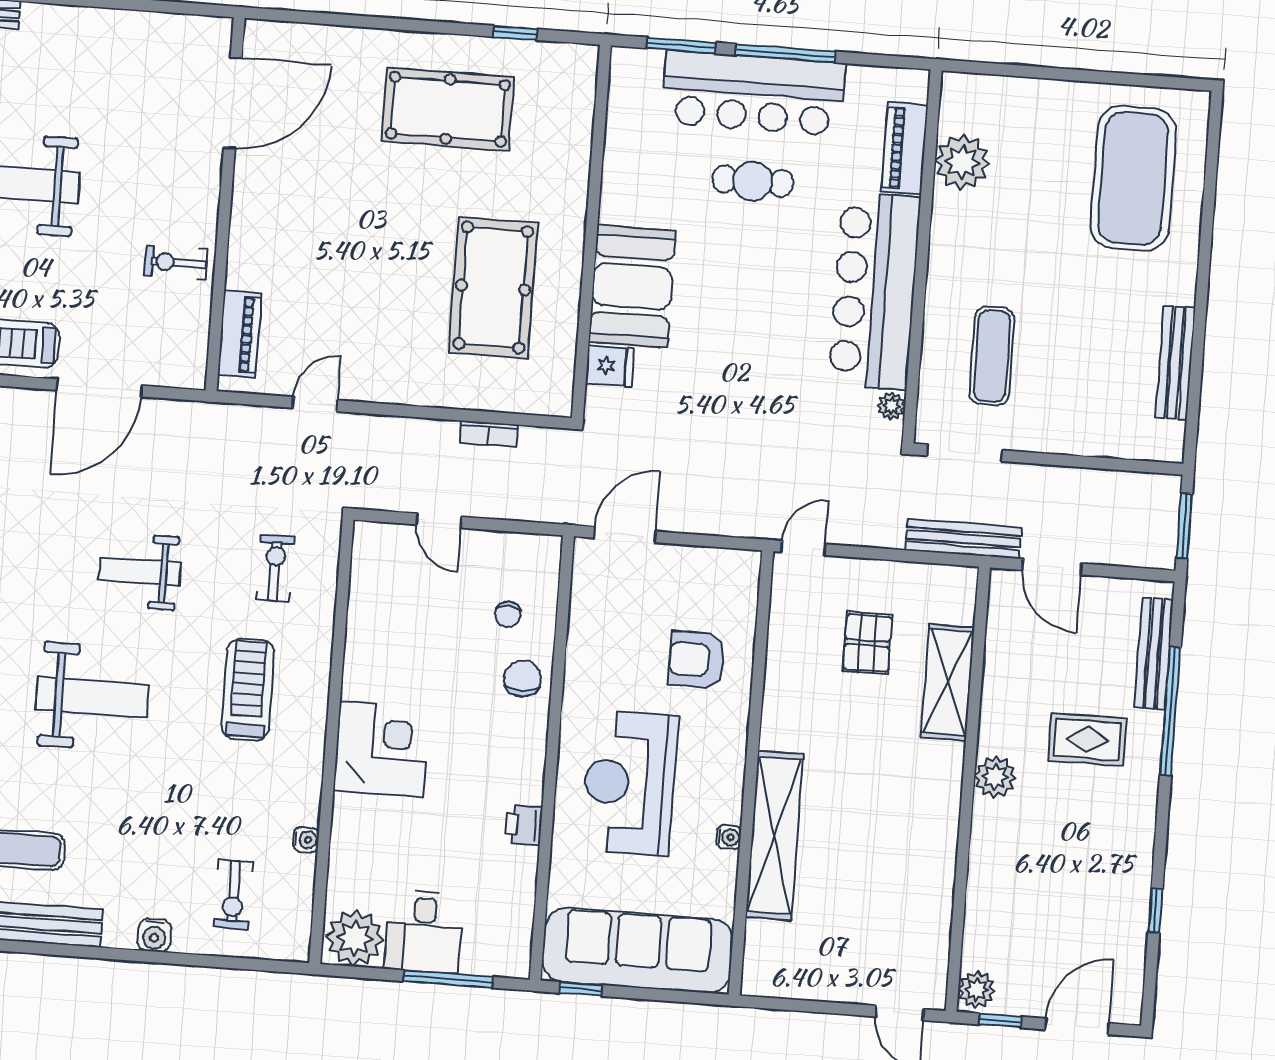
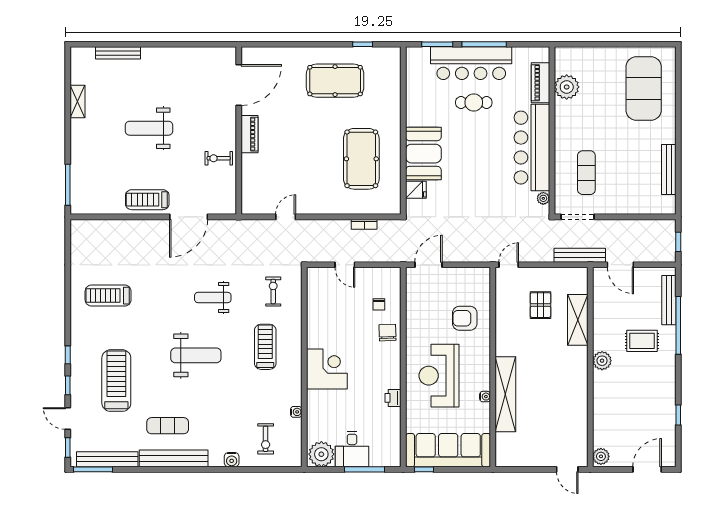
piano: (240, 334) -> (250, 134), moved
window: (1184, 526) -> (678, 242), width x0.67
window: (1000, 1021) -> (613, 469), removed

